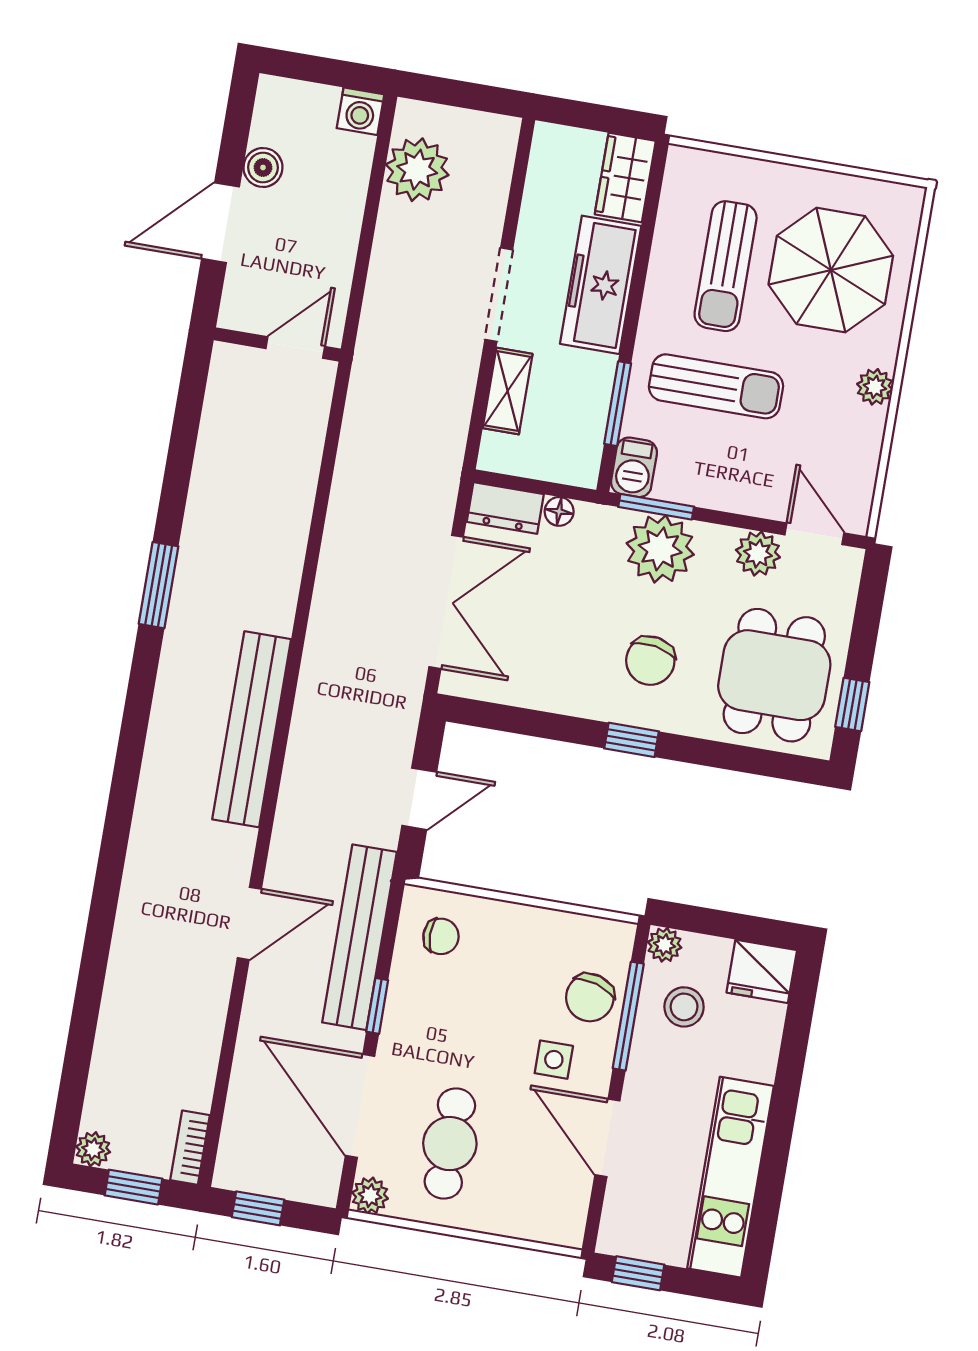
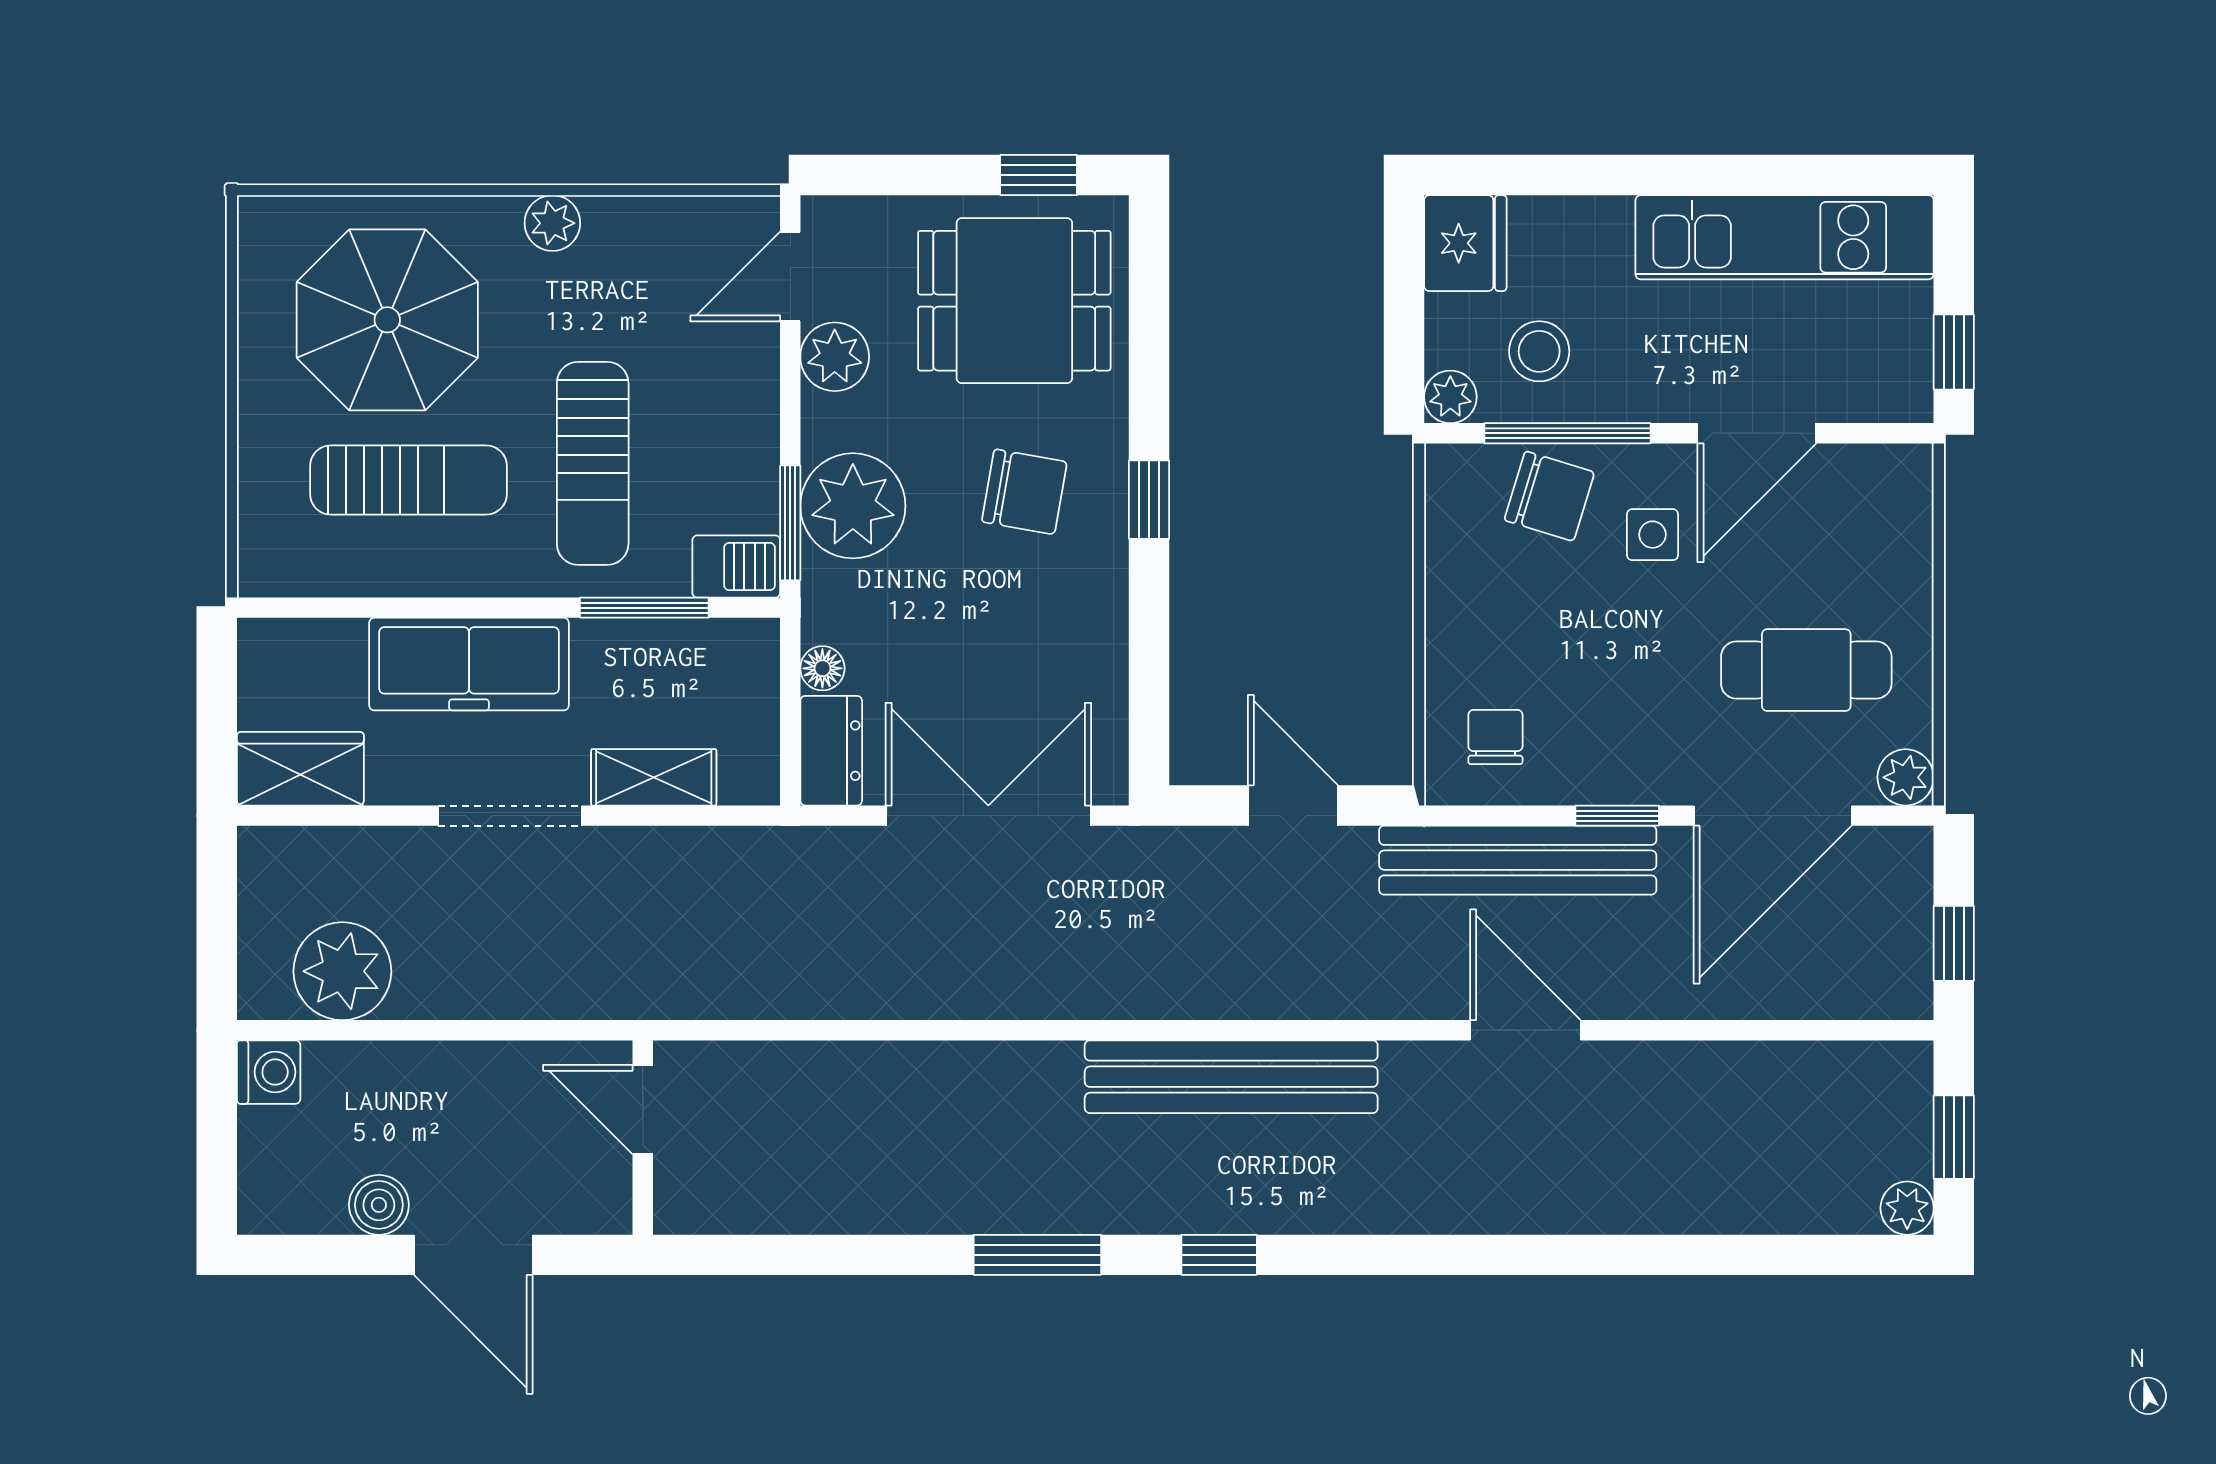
wardrobe: (625, 178) -> (300, 769), moved, turned 180
sun lounger: (716, 386) -> (593, 463), turned 180
window: (139, 702) -> (1219, 1255), added
bookcase: (190, 1148) -> (1880, 1062), removed

